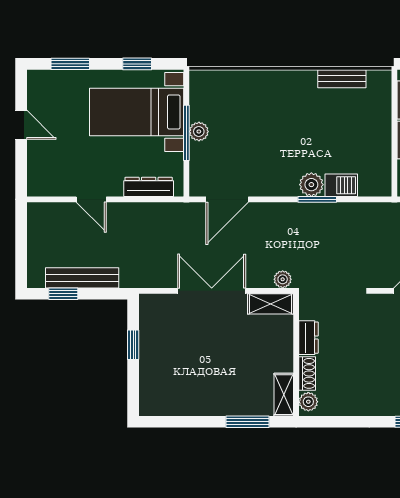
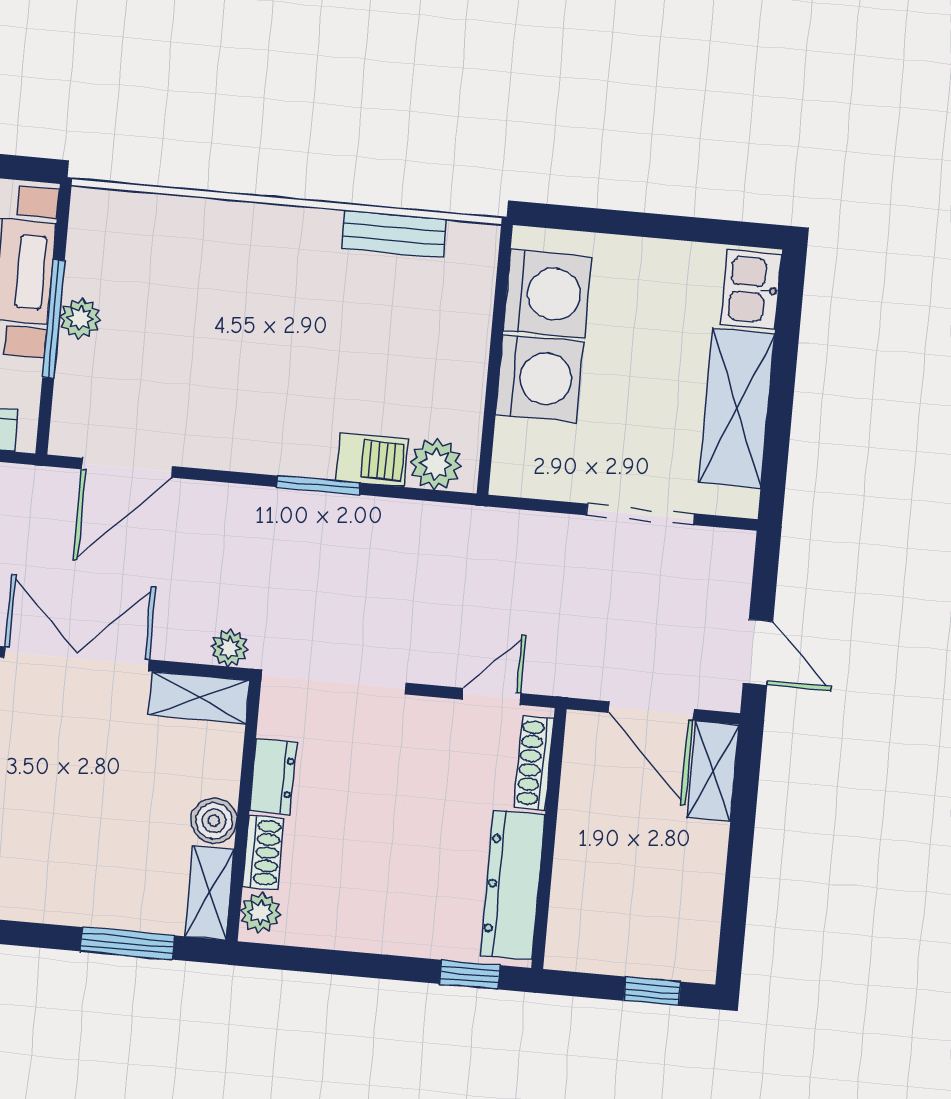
plant: (311, 185) -> (436, 464), moved
boiler: (283, 361) -> (214, 821), added

